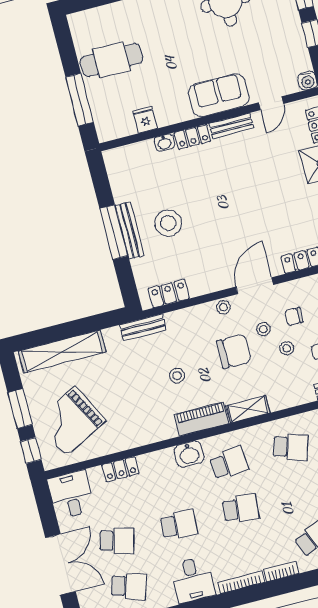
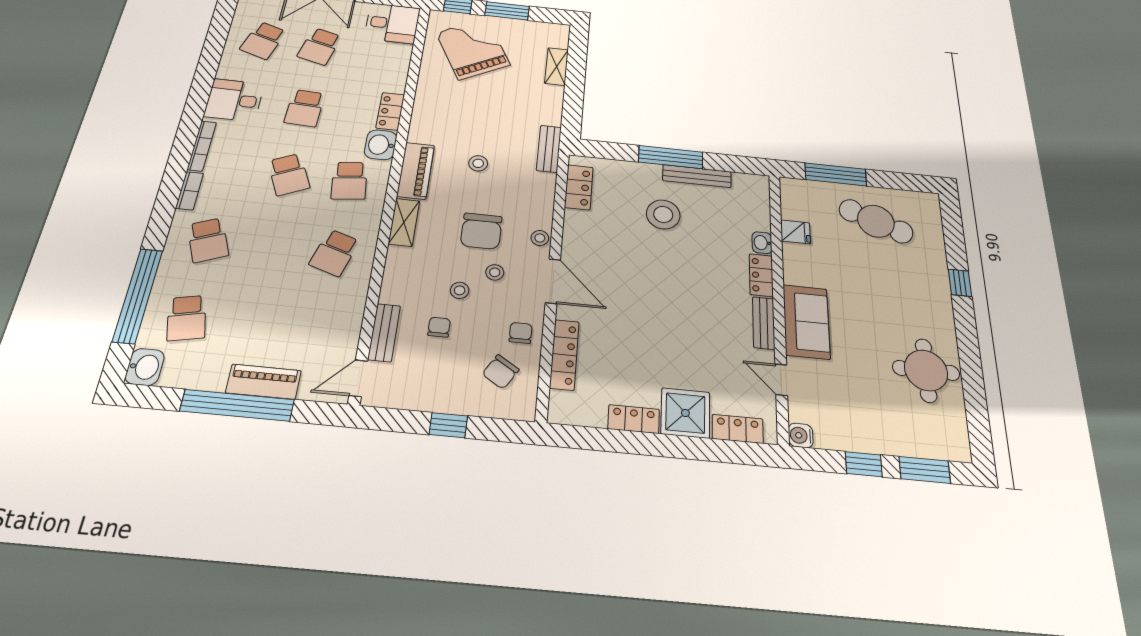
cafe table: (112, 60) -> (876, 221), turned -69
bench: (130, 230) -> (697, 176), moved
chair: (294, 317) -> (521, 333), moved
shelving: (62, 352) -> (557, 67), width x0.45, depth x0.75
locker: (120, 469) -> (390, 111), moved
school desk: (241, 509) -> (289, 174), turned -30

